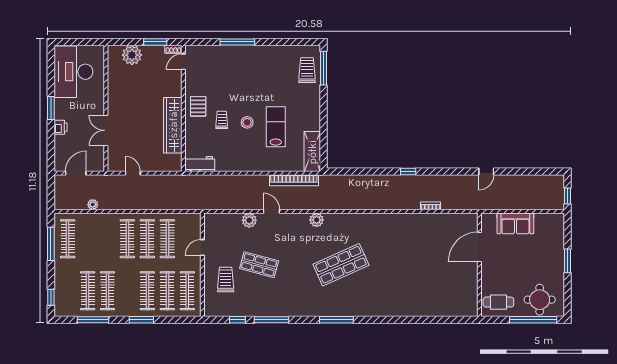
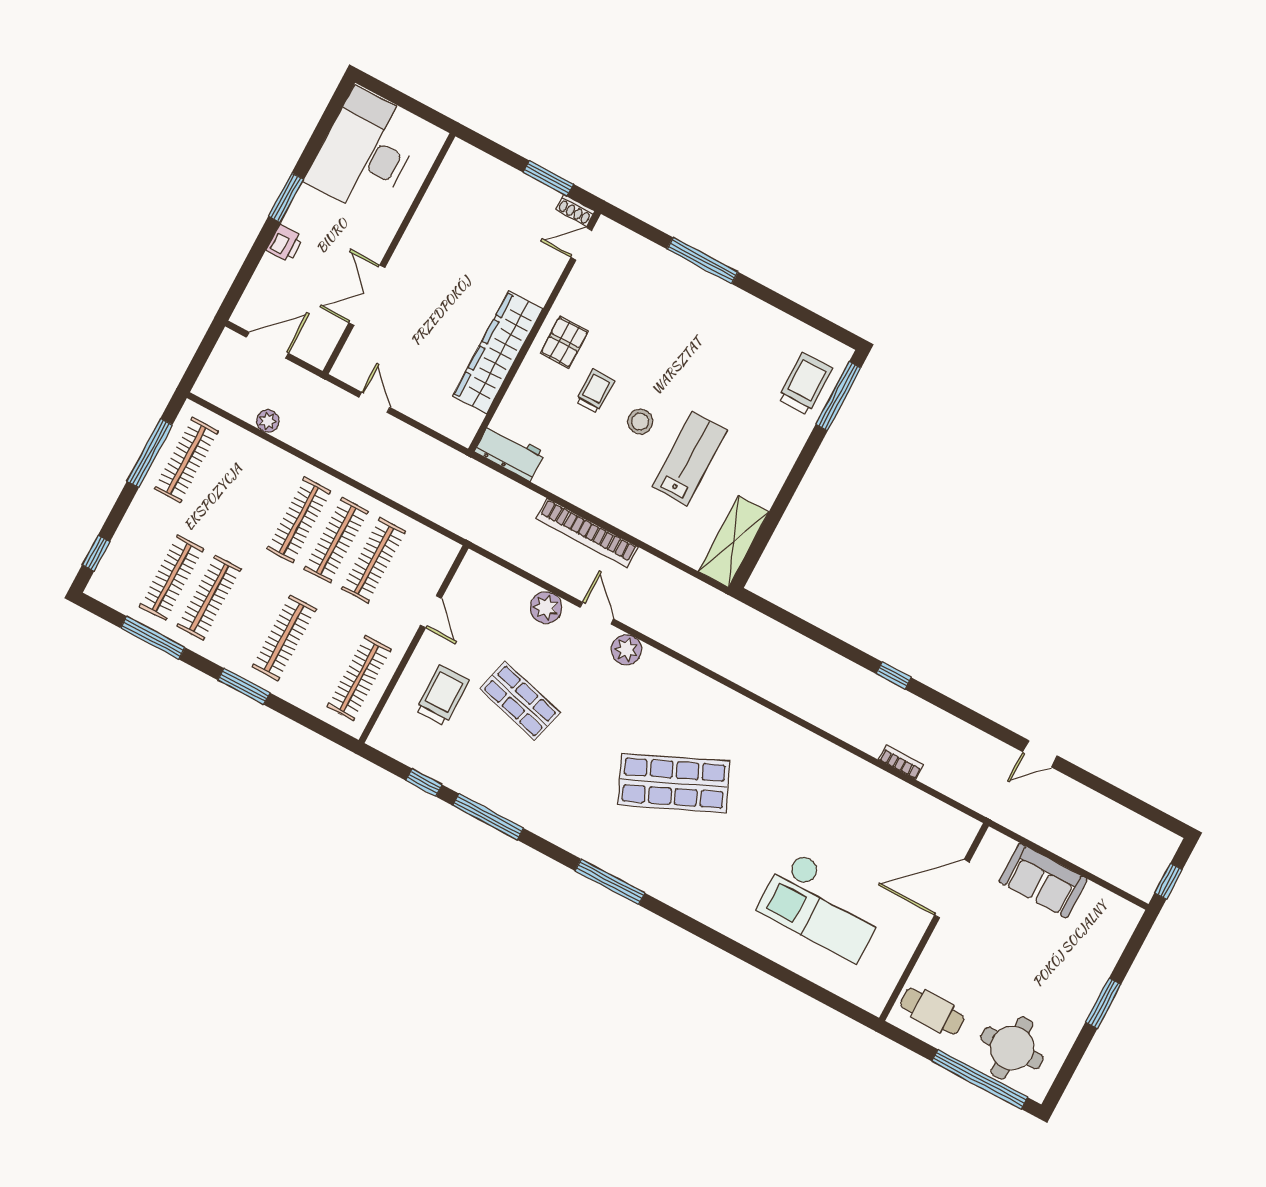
plant: (132, 55) -> (492, 179), removed
bookcase: (294, 180) -> (587, 533), moved
plant: (317, 220) -> (626, 650), moved
door: (202, 247) -> (431, 612), swing flipped
checkout: (430, 283) -> (823, 906), added
clothes rail: (167, 291) -> (322, 658), removed

